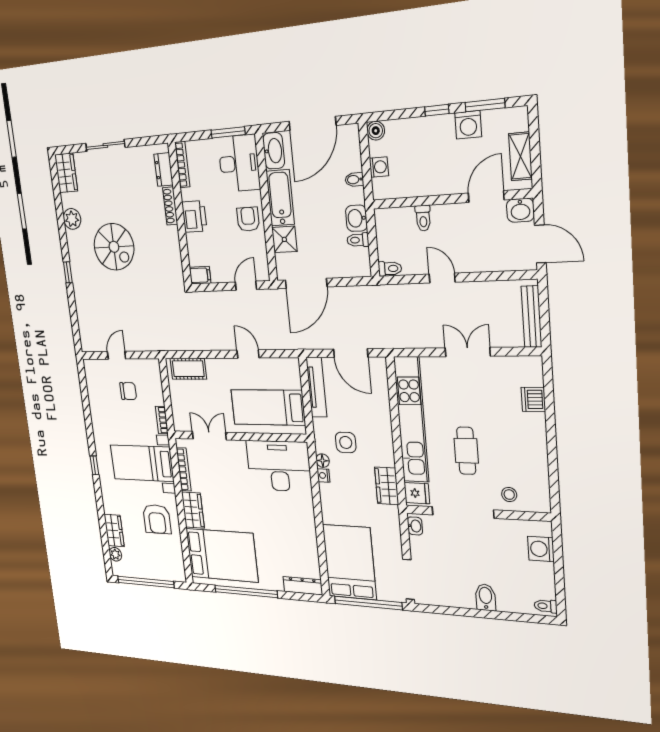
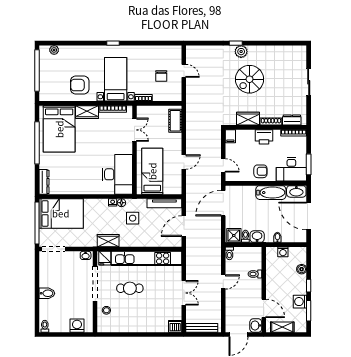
boiler: (376, 131) -> (302, 269), moved
wardrobe: (66, 173) -> (248, 119), moved, turned 180
plant: (72, 219) -> (241, 52), moved
shower: (284, 239) -> (234, 235), moved
door: (306, 283) -> (223, 203), hinge flipped
dishwasher: (533, 399) -> (175, 326), moved
wardrobe: (114, 530) -> (70, 51), removed

